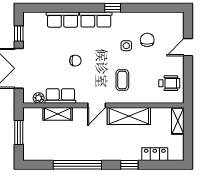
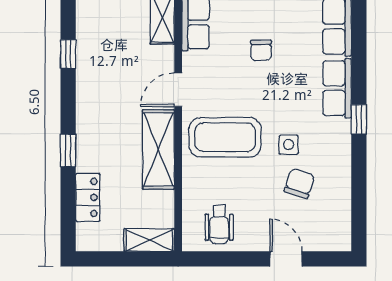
chair: (147, 40) -> (299, 183), turned -72
coffee table: (122, 80) -> (225, 137), width x1.86, depth x1.72
door: (97, 105) -> (178, 90), hinge flipped
window: (77, 165) -> (68, 54), width x0.32

